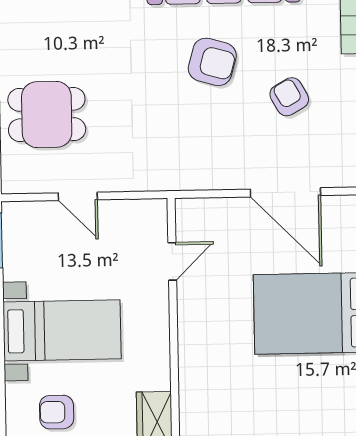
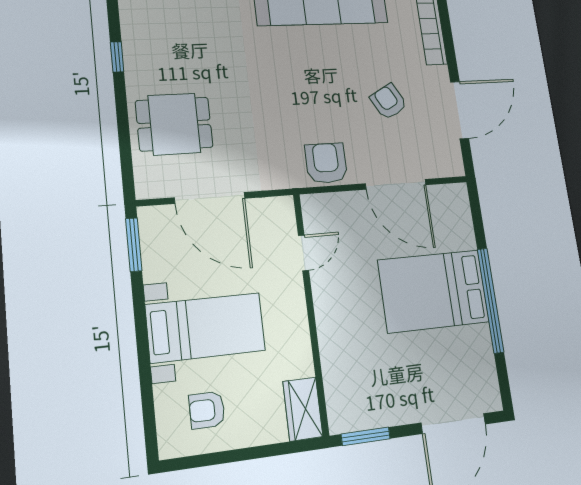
armchair: (212, 62) -> (326, 163), moved, turned -106
door: (78, 196) -> (210, 198), width x1.88

